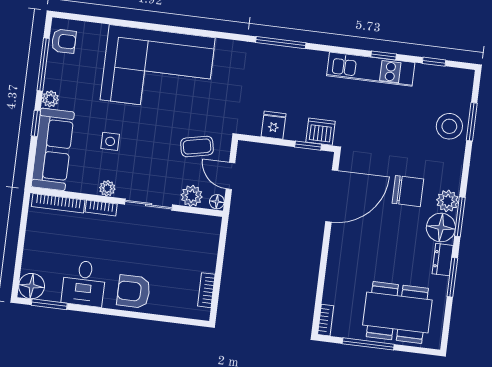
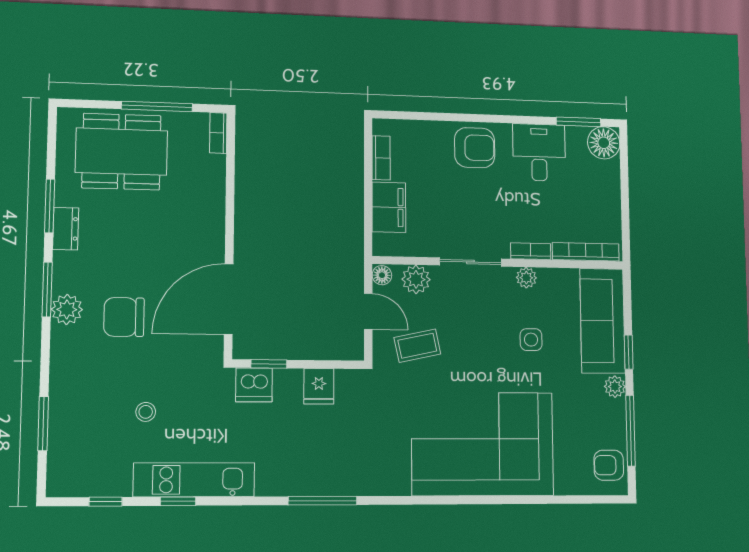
stool: (449, 126) -> (146, 412), moved, width x0.53, depth x0.53
floor lamp: (441, 228) -> (73, 272), removed
filing cabinet: (205, 252) -> (389, 207), added

